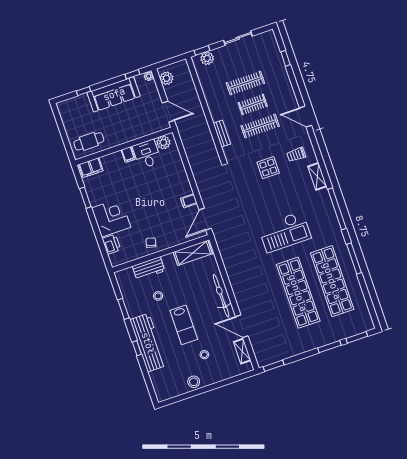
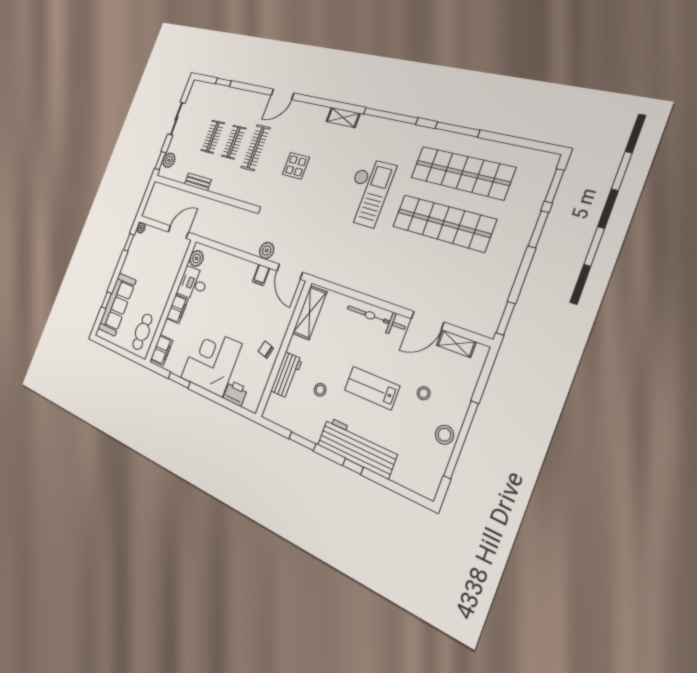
plant: (166, 78) -> (267, 251), moved
clothes rail: (245, 83) -> (213, 137), width x0.73
sofa: (114, 94) -> (117, 304), moved
bench: (222, 134) -> (198, 182), moved
filing cabinet: (128, 155) -> (177, 309), width x2.00
trolley: (296, 155) -> (307, 127), removed
corner desk: (111, 218) -> (211, 361), width x1.36, depth x1.36
lab bench: (184, 325) -> (372, 388), turned 180
window: (198, 392) -> (461, 440), added

